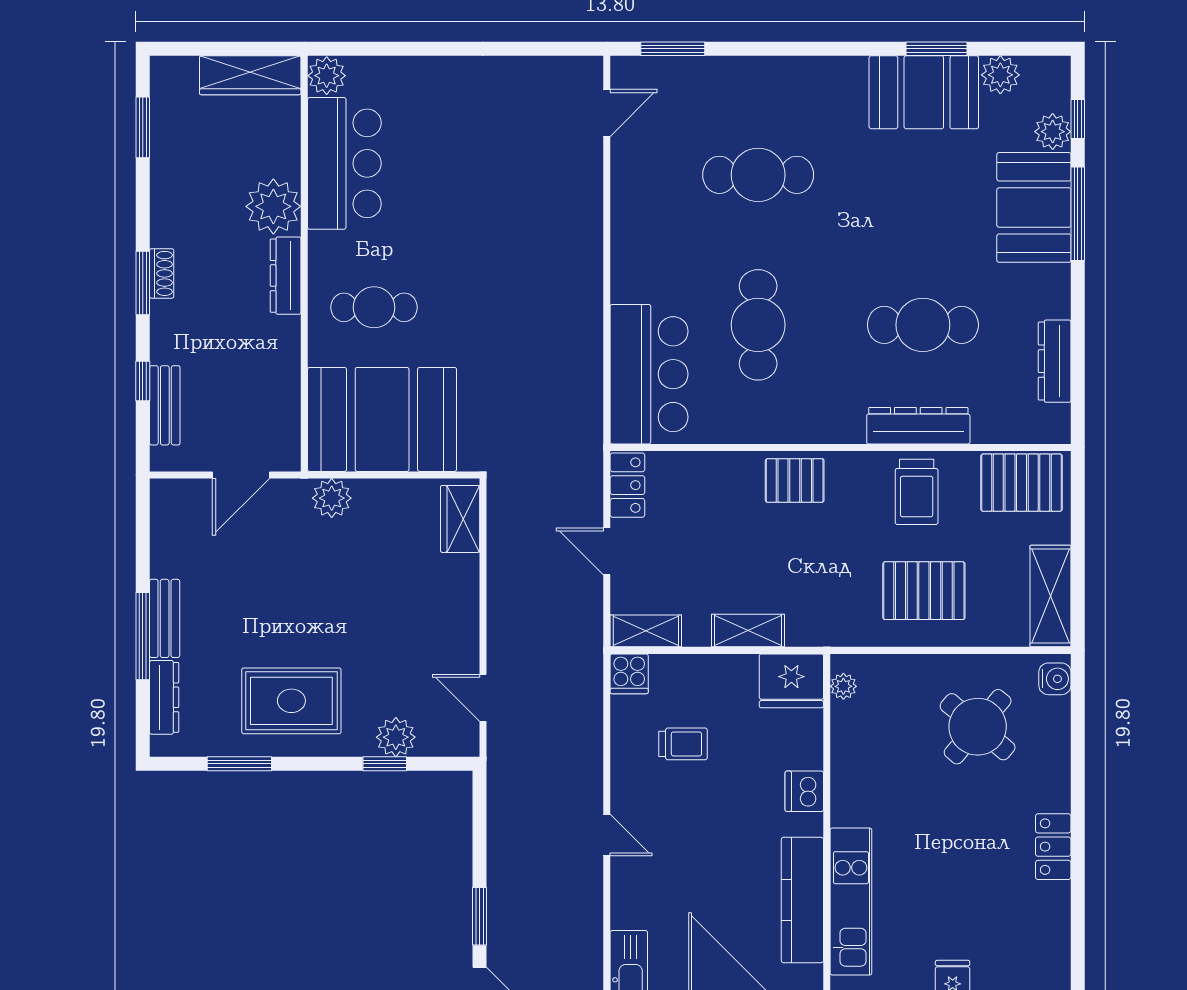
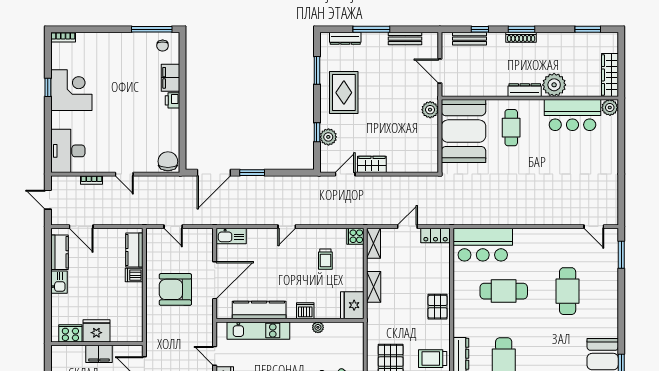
shoe rack: (162, 273) -> (521, 37), width x1.43
wardrobe: (460, 519) -> (372, 164), moved
bench: (165, 618) -> (405, 39), moved
plant: (843, 686) -> (318, 327), moved

